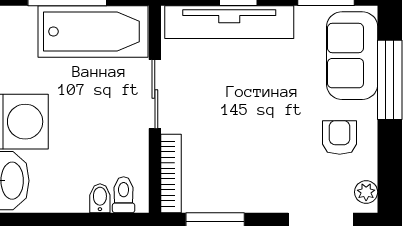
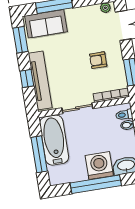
armchair: (340, 137) -> (98, 60), moved

